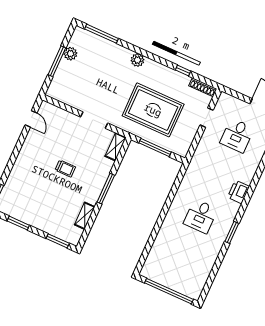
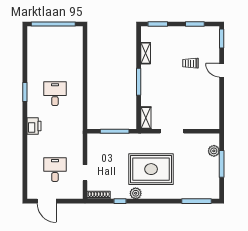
plant: (70, 54) -> (214, 151), moved
plant: (137, 60) -> (136, 193), moved
rug: (153, 110) -> (151, 169), moved
door: (31, 119) -> (222, 70), moved
trolley: (65, 168) -> (190, 63), moved

